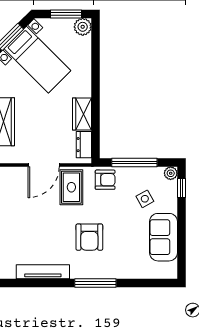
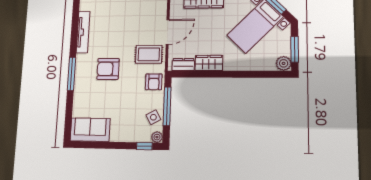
door: (44, 165) -> (168, 32), swing flipped
side table: (145, 199) -> (153, 117), moved
sofa: (163, 237) -> (90, 130), moved

